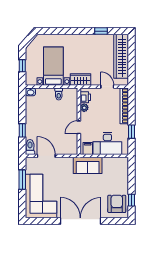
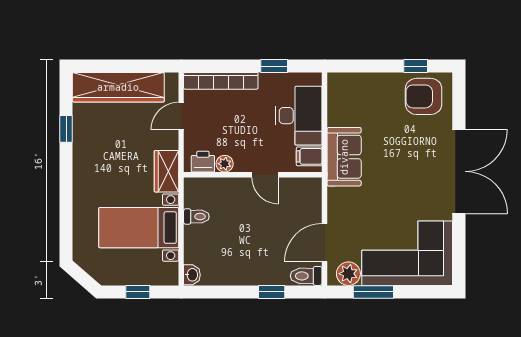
plant: (31, 168) -> (348, 274), added
double door: (80, 221) -> (459, 171), swing flipped

